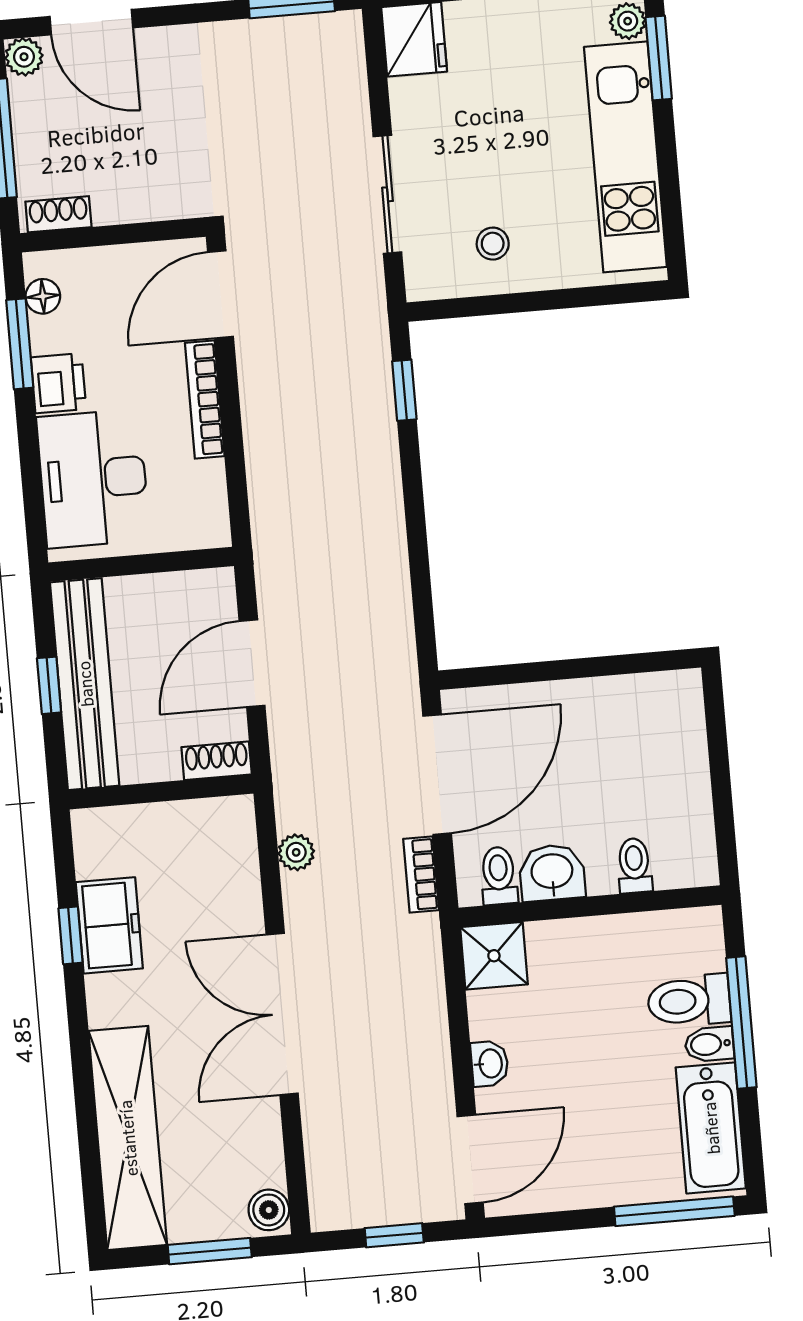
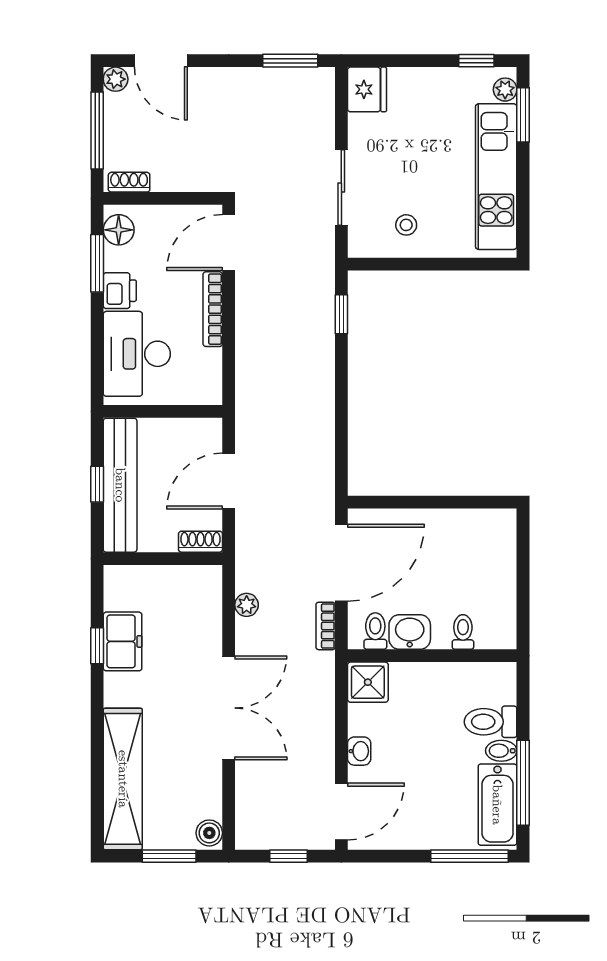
floor lamp: (43, 296) -> (119, 230), width x1.37, depth x1.37
double door: (282, 1014) -> (229, 708), swing flipped
window: (741, 1023) -> (523, 783), moved

